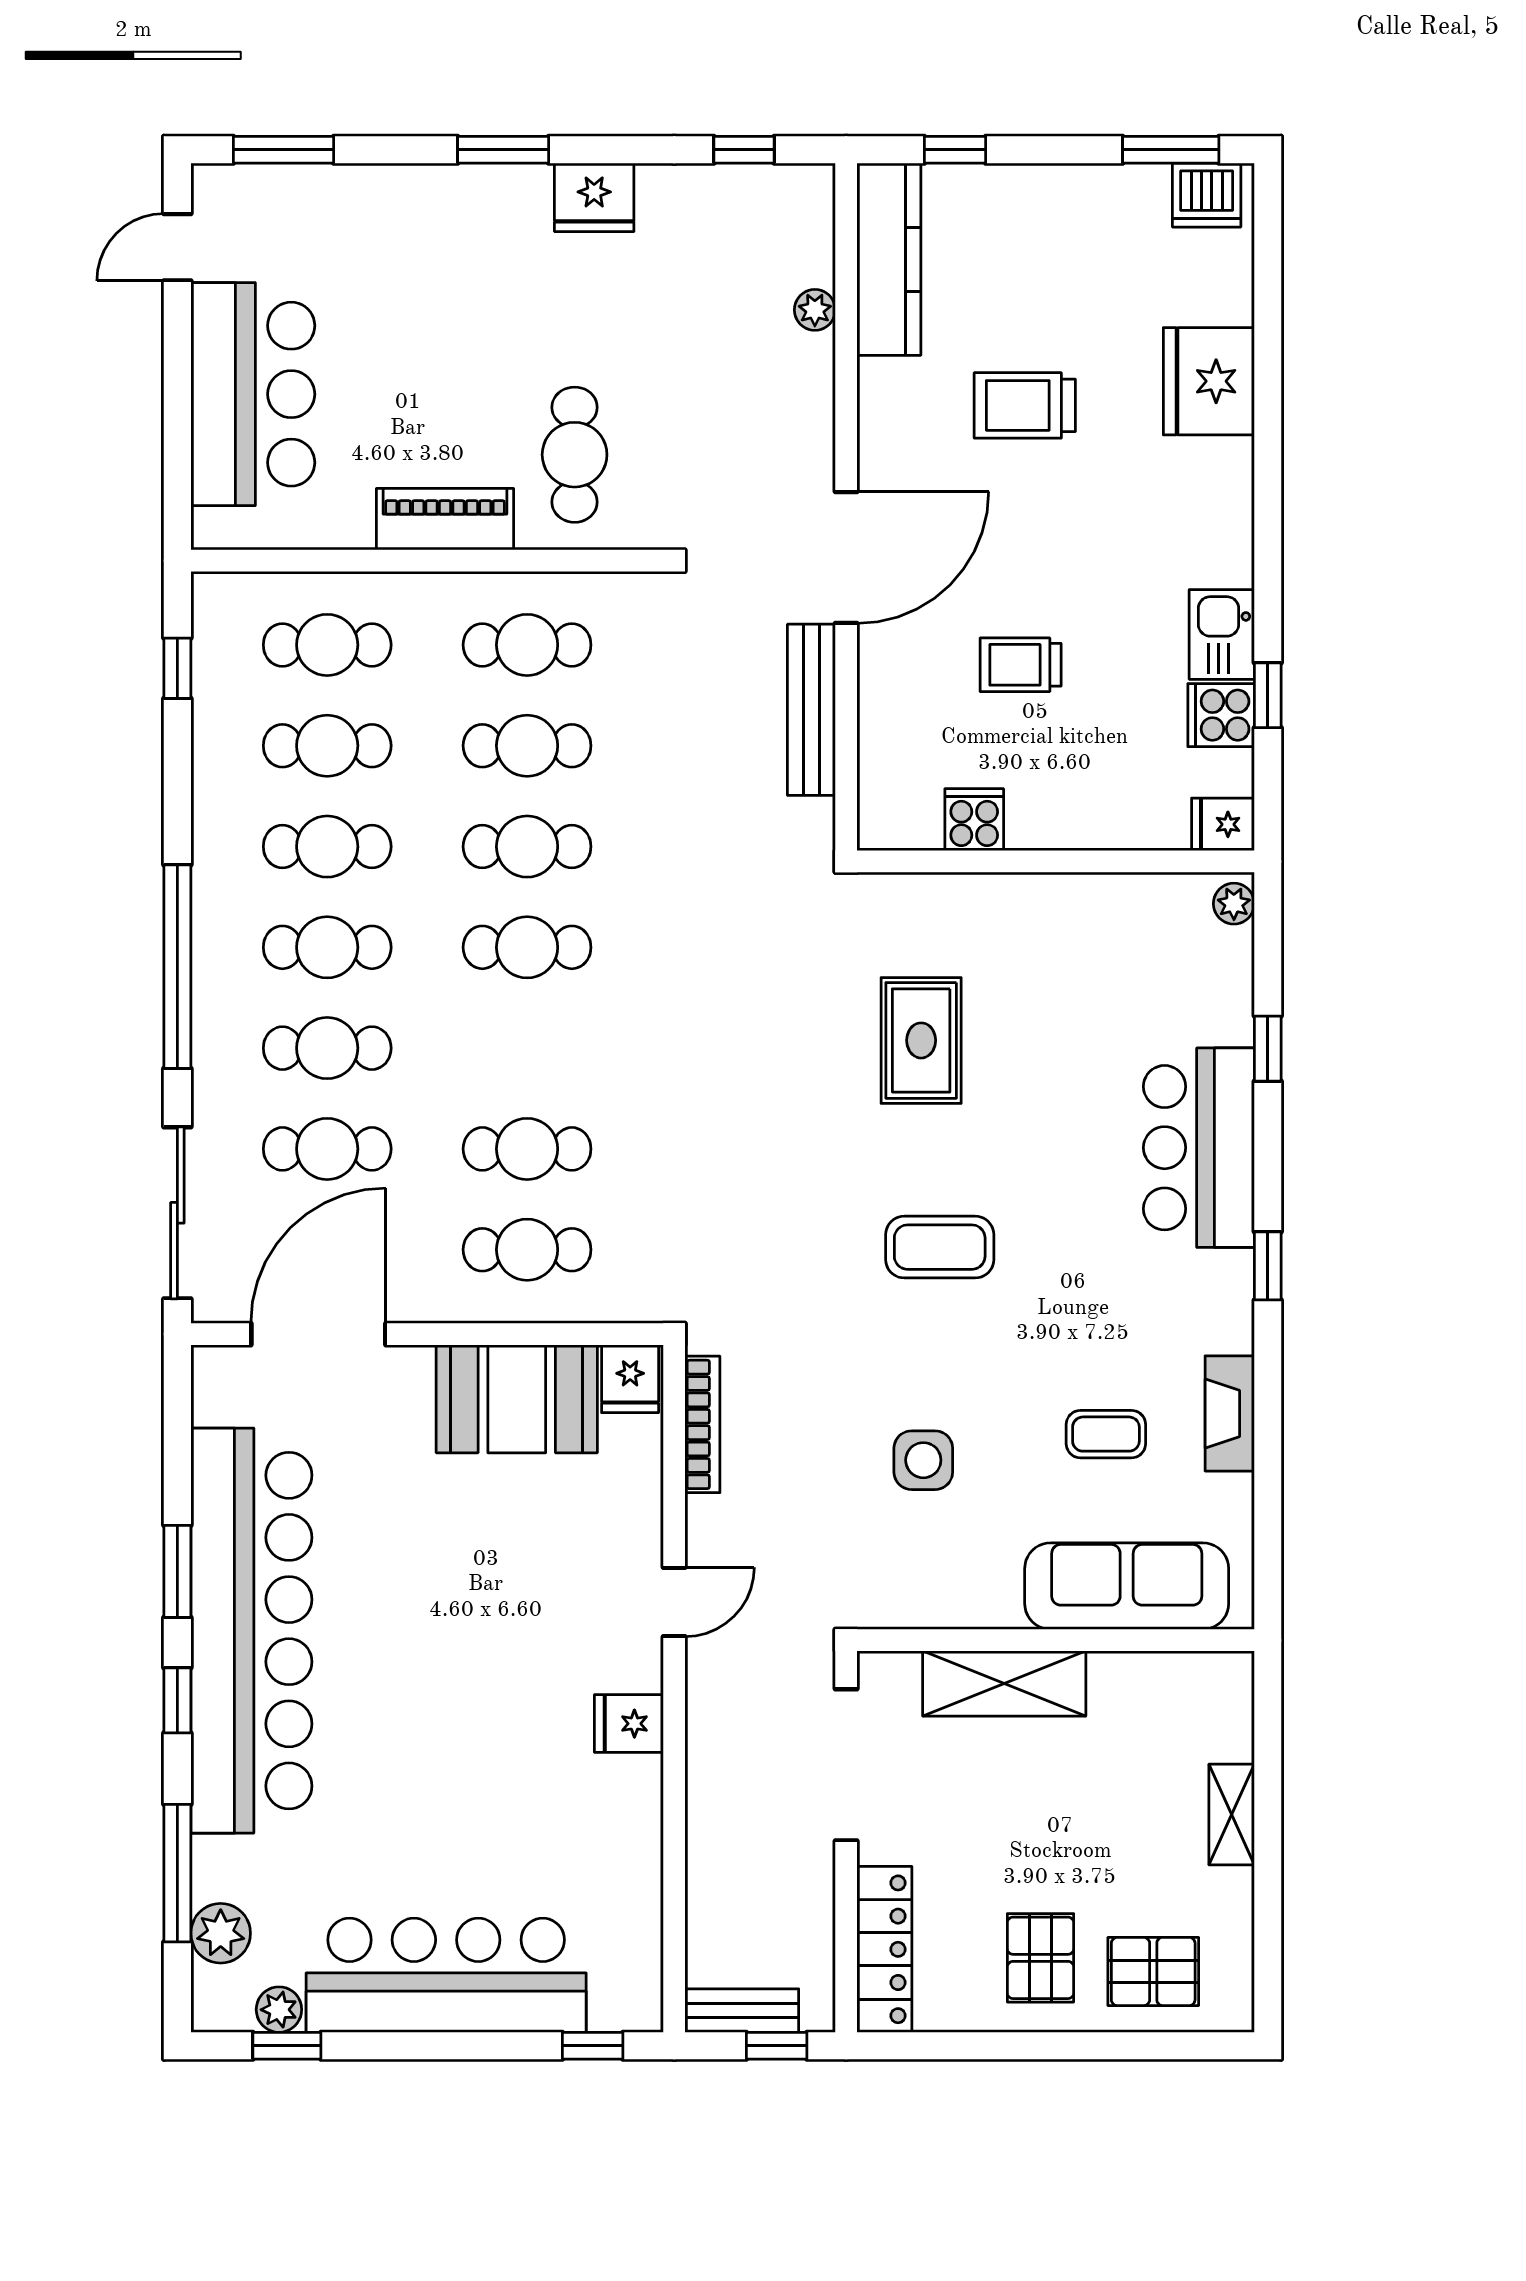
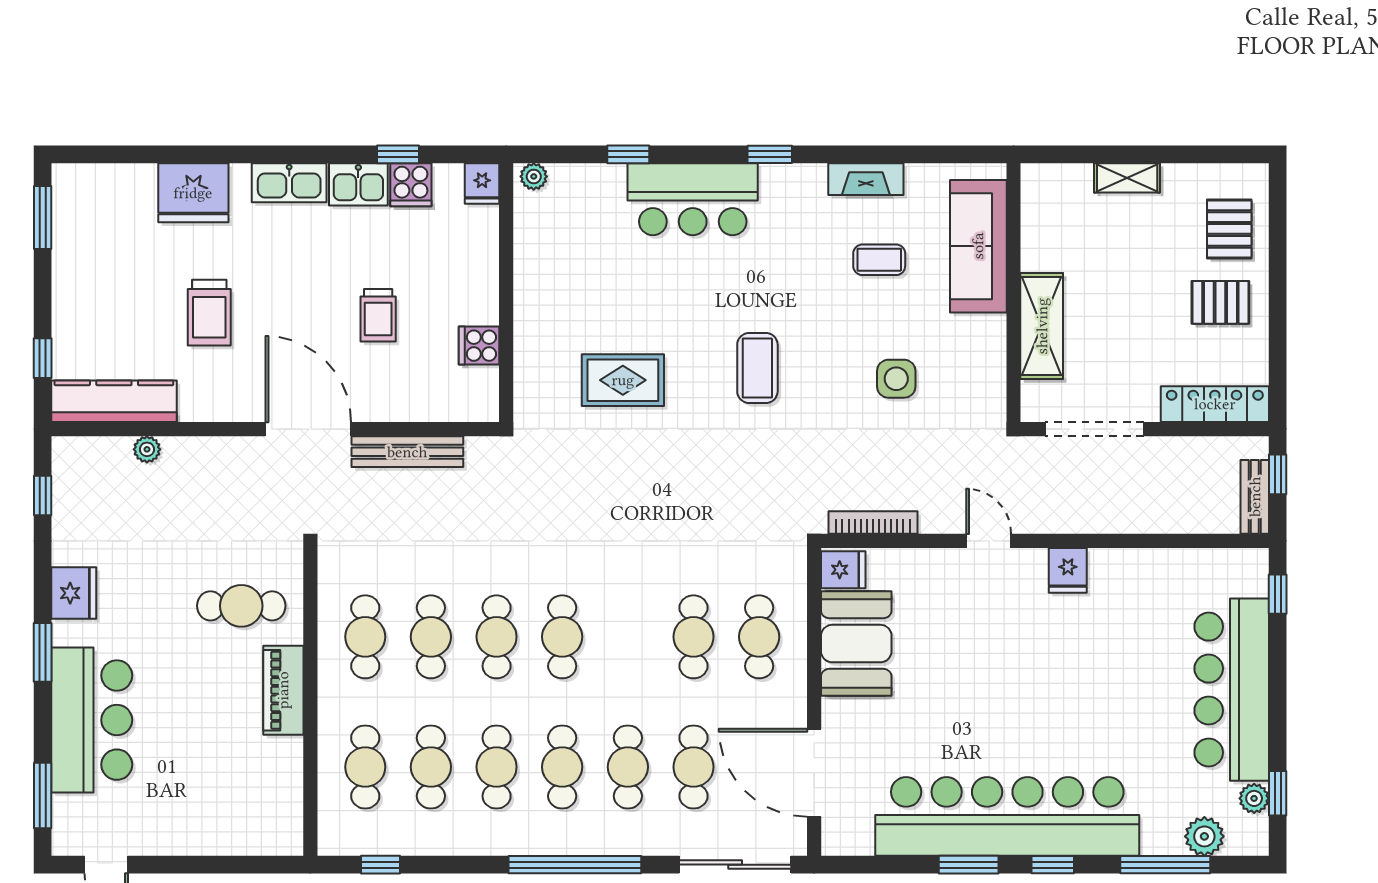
dishwasher: (1207, 195) -> (72, 194), removed
bar counter: (253, 394) -> (92, 720), moved, turned 90
kitchen sink: (1224, 528) -> (289, 183), added
coffee table: (1106, 1434) -> (879, 260), turned 90

